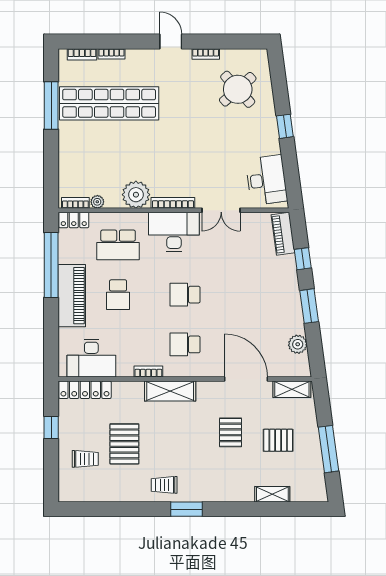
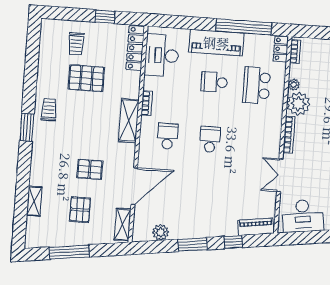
plant: (97, 202) -> (294, 85), moved
desk: (174, 232) -> (264, 134), removed

